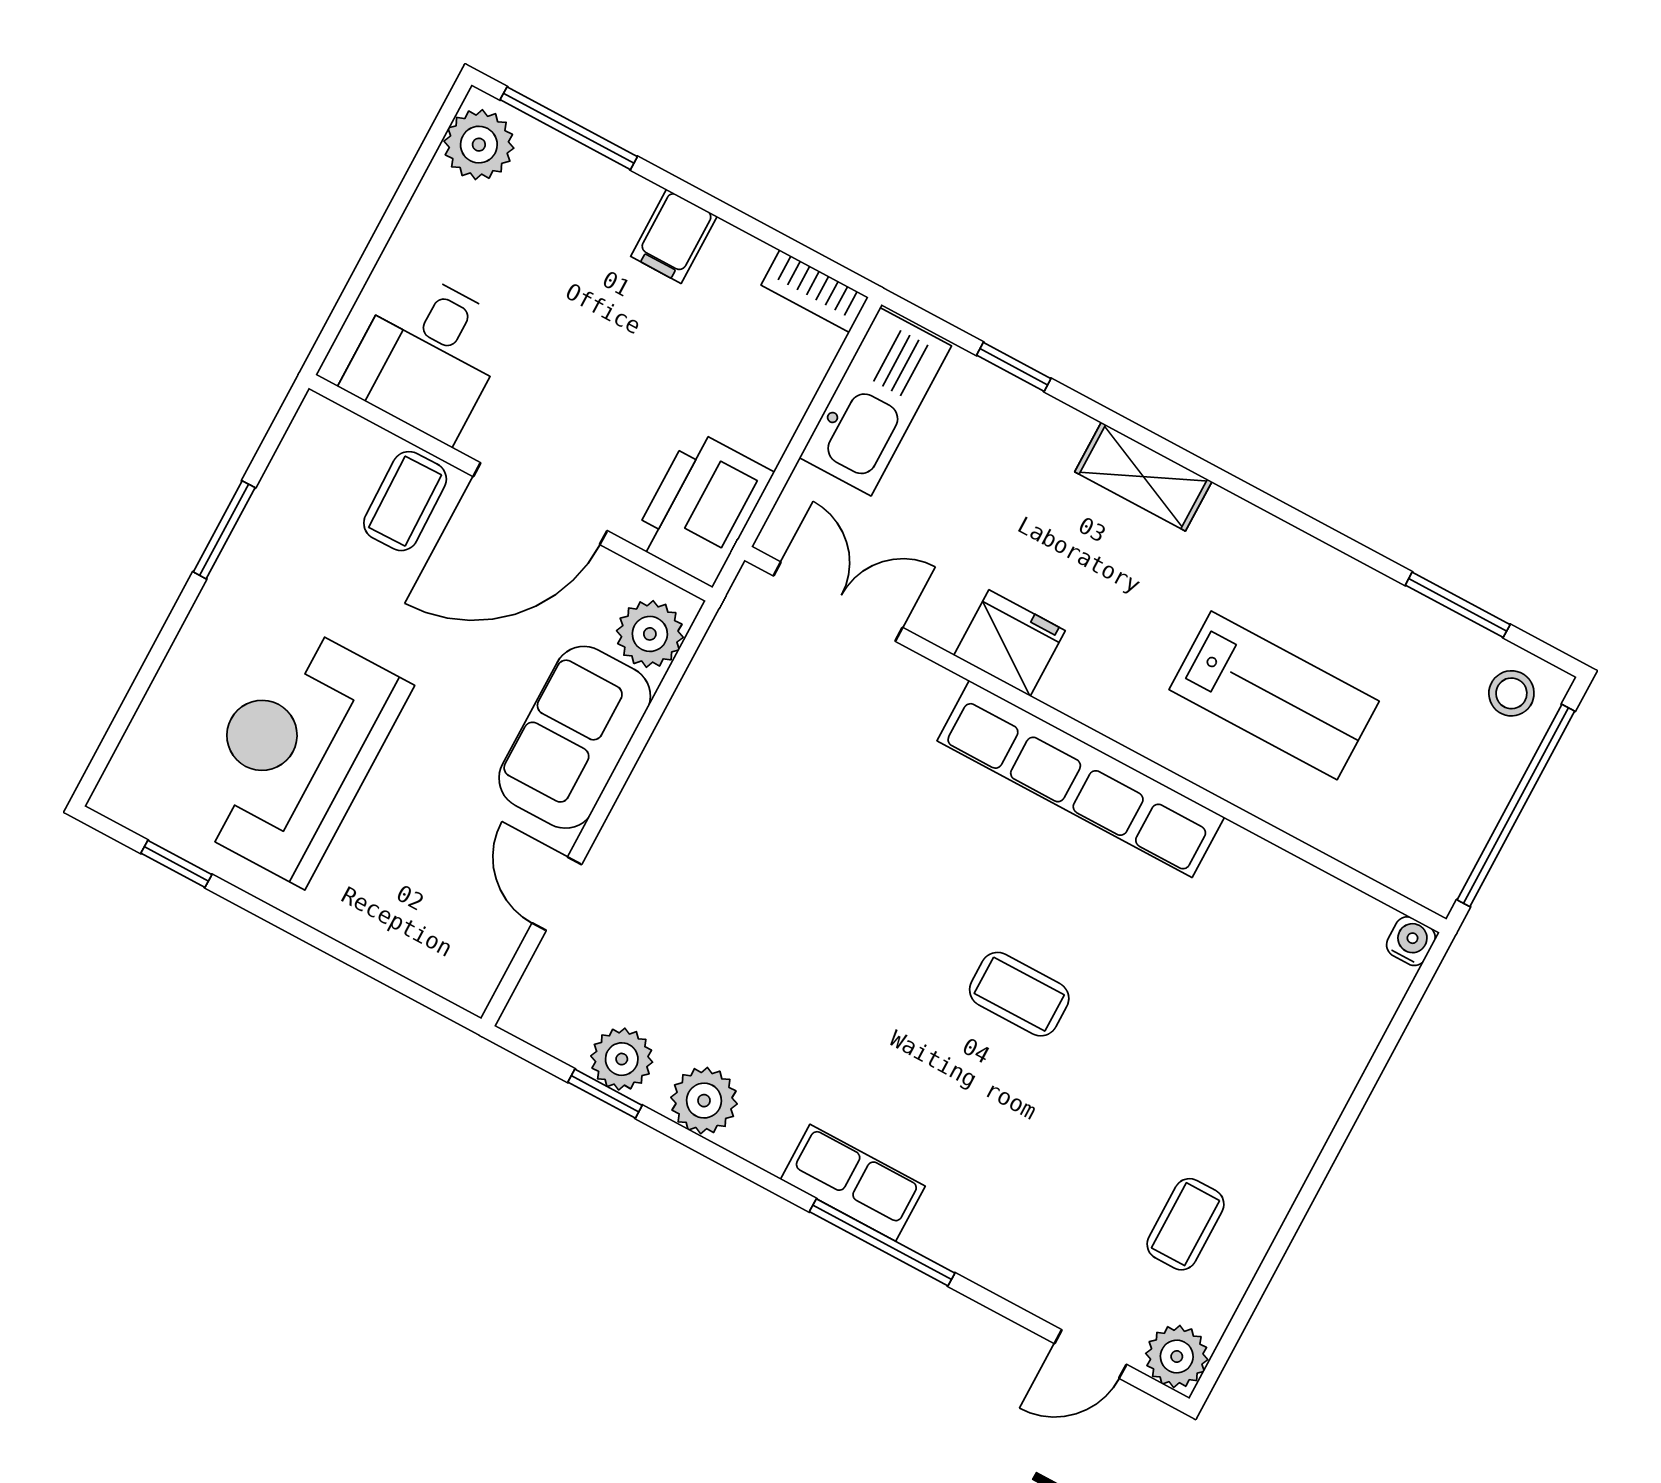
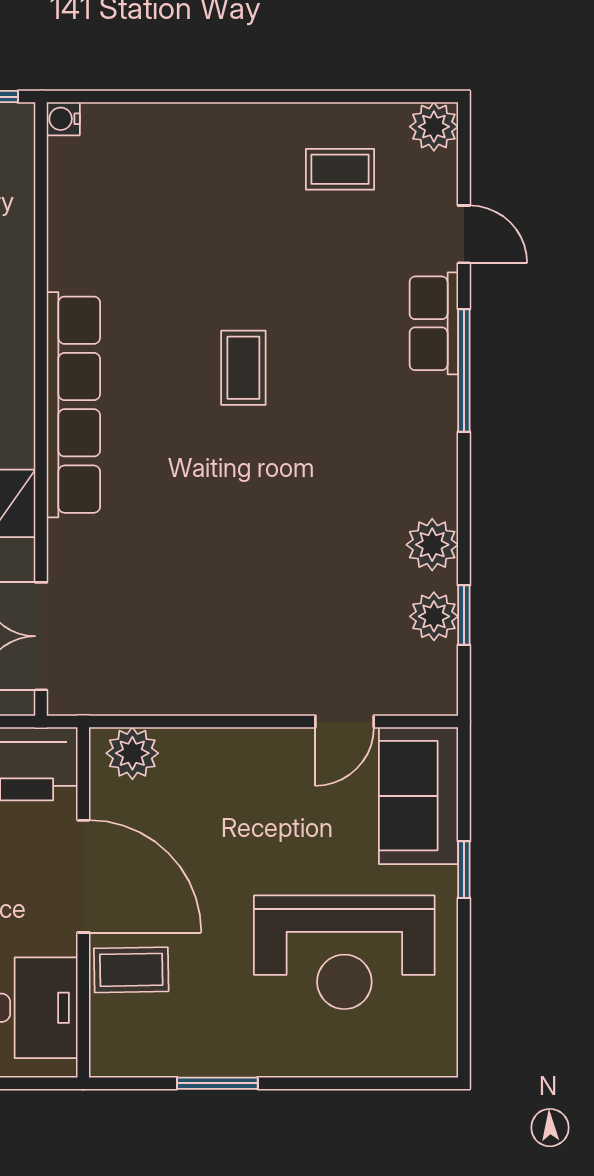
sofa: (575, 737) -> (419, 796), moved, turned 90
window: (176, 864) -> (464, 870), moved
row of seats: (853, 1183) -> (434, 323), moved
door: (1090, 1354) -> (464, 234), moved

